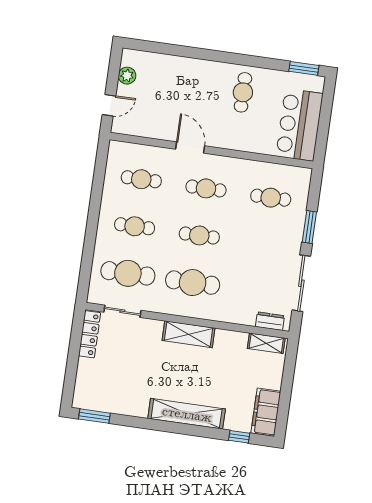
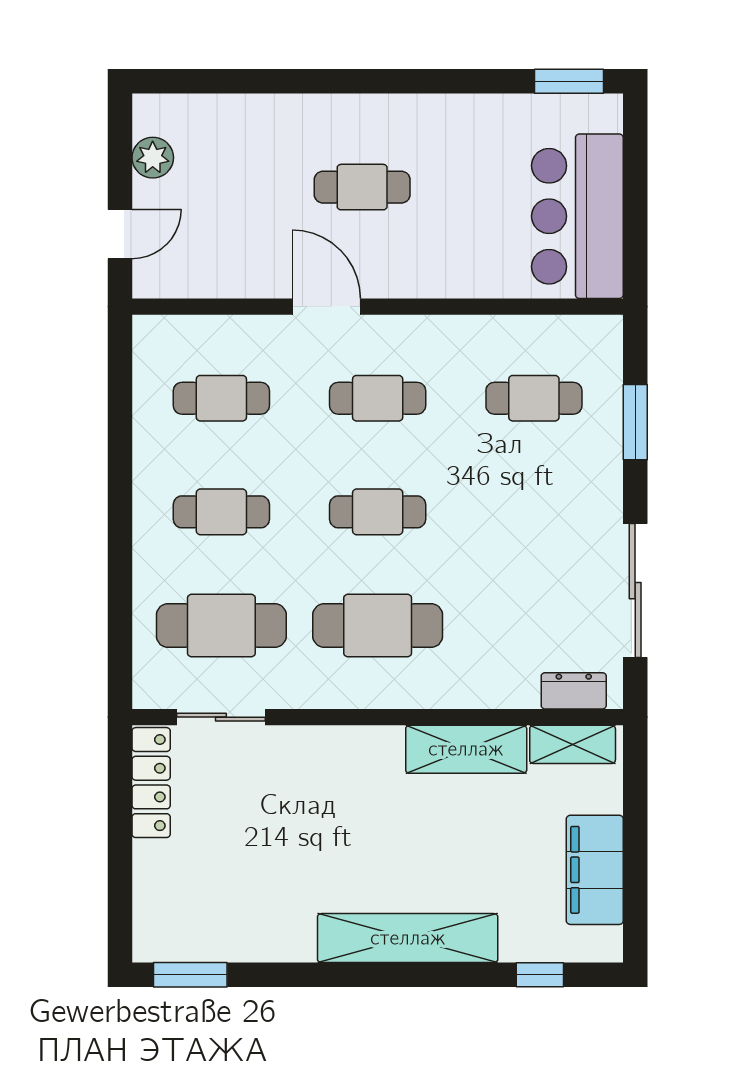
cafe table: (243, 92) -> (362, 187), moved, turned 90
window: (309, 227) -> (635, 422), moved
shelving: (188, 334) -> (466, 749), moved
filing cabinet: (266, 412) -> (595, 870), moved

